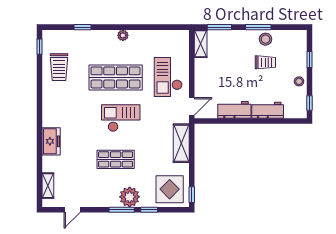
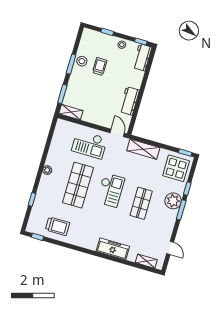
workbench: (268, 110) -> (142, 57), moved
checkout: (121, 118) -> (110, 190), turned 180
freezer: (51, 141) -> (113, 249), width x1.40

